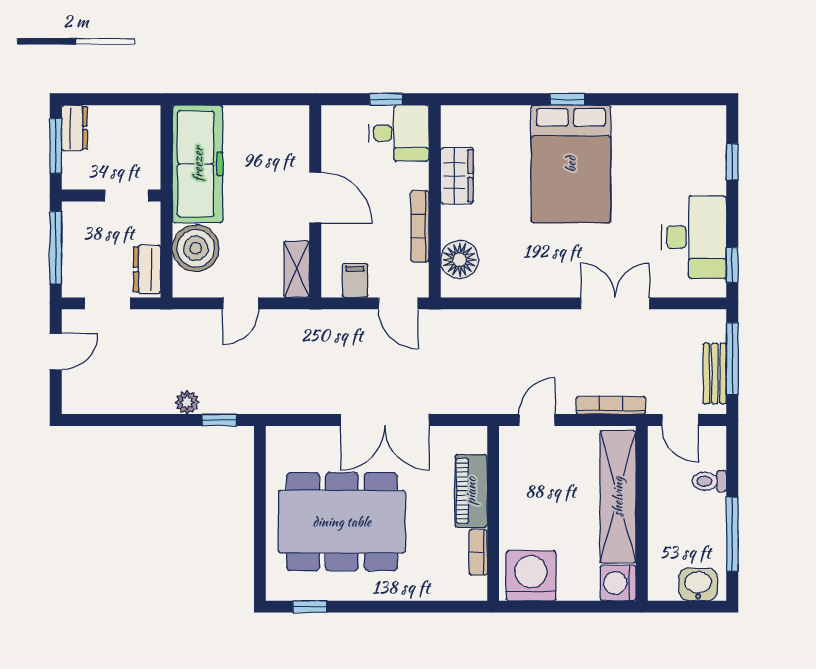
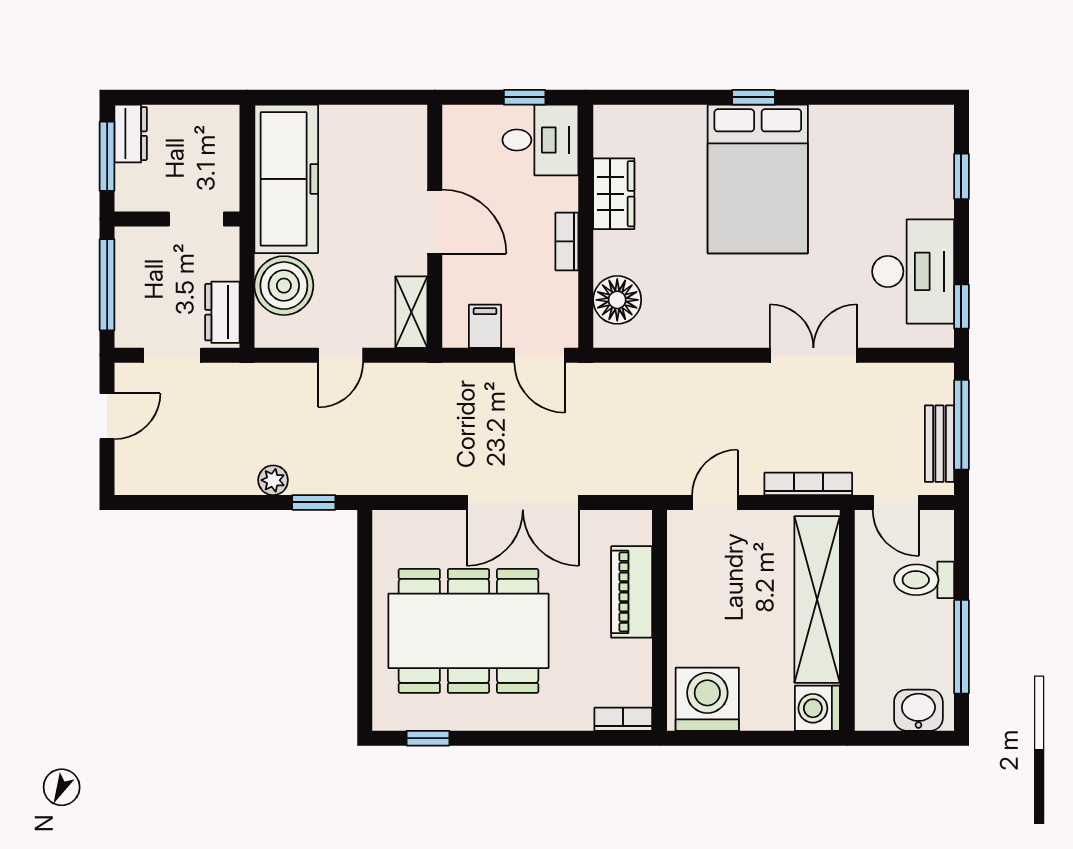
bookcase: (420, 226) -> (567, 241), width x0.64
toilet: (709, 481) -> (924, 580), width x1.37, depth x1.39
bookcase: (478, 552) -> (623, 719), moved, turned 90

